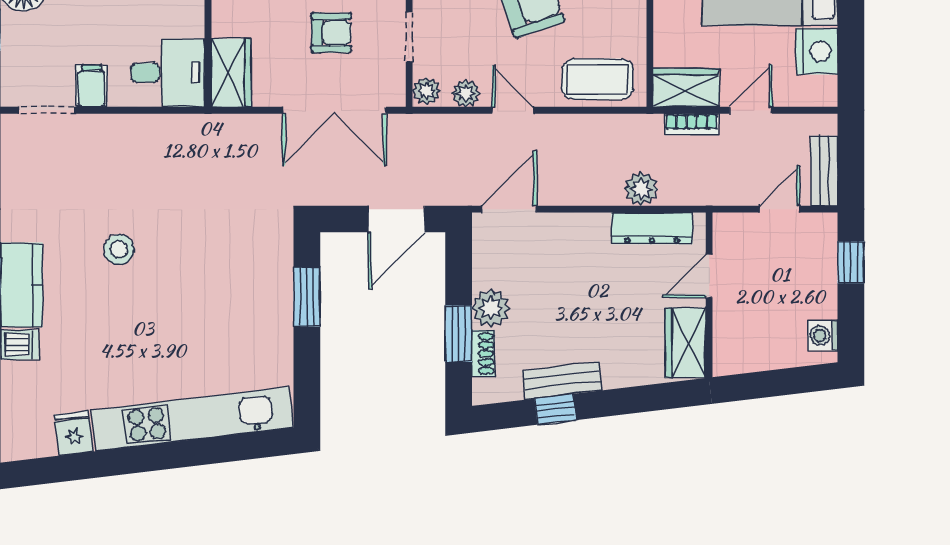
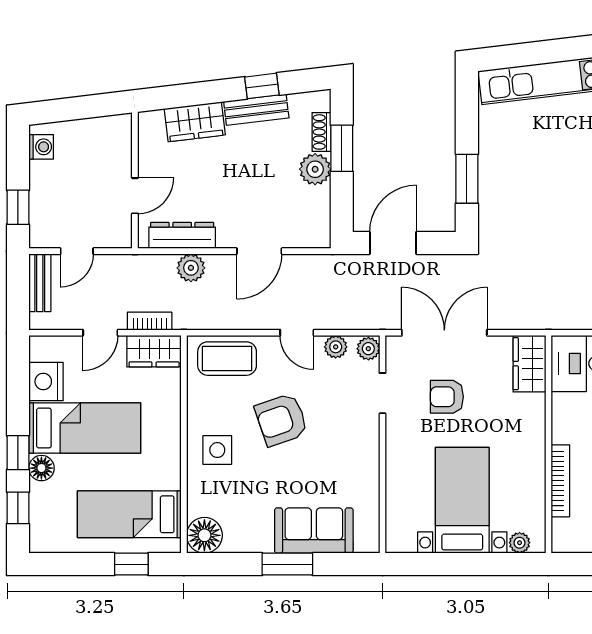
door: (509, 209) -> (259, 251), moved
wardrobe: (686, 343) -> (195, 122), moved, turned 83

